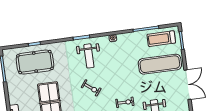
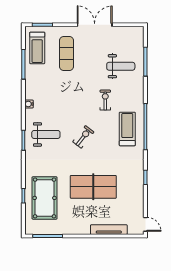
exercise mat: (160, 64) -> (67, 54), width x0.73, depth x0.69

